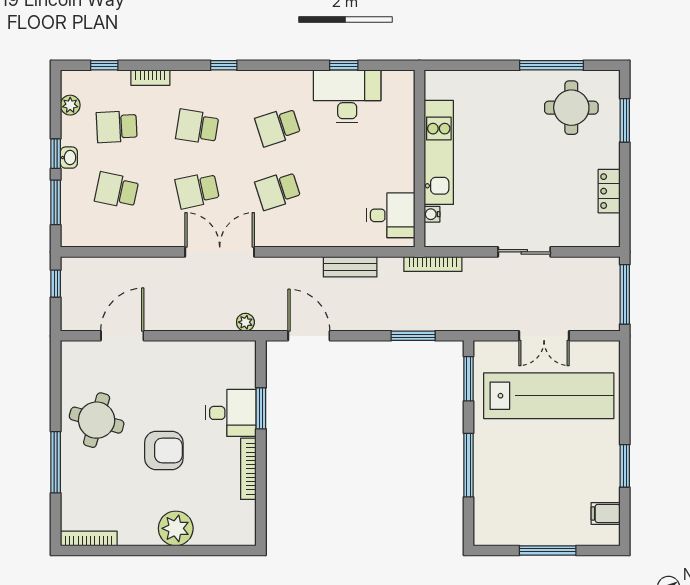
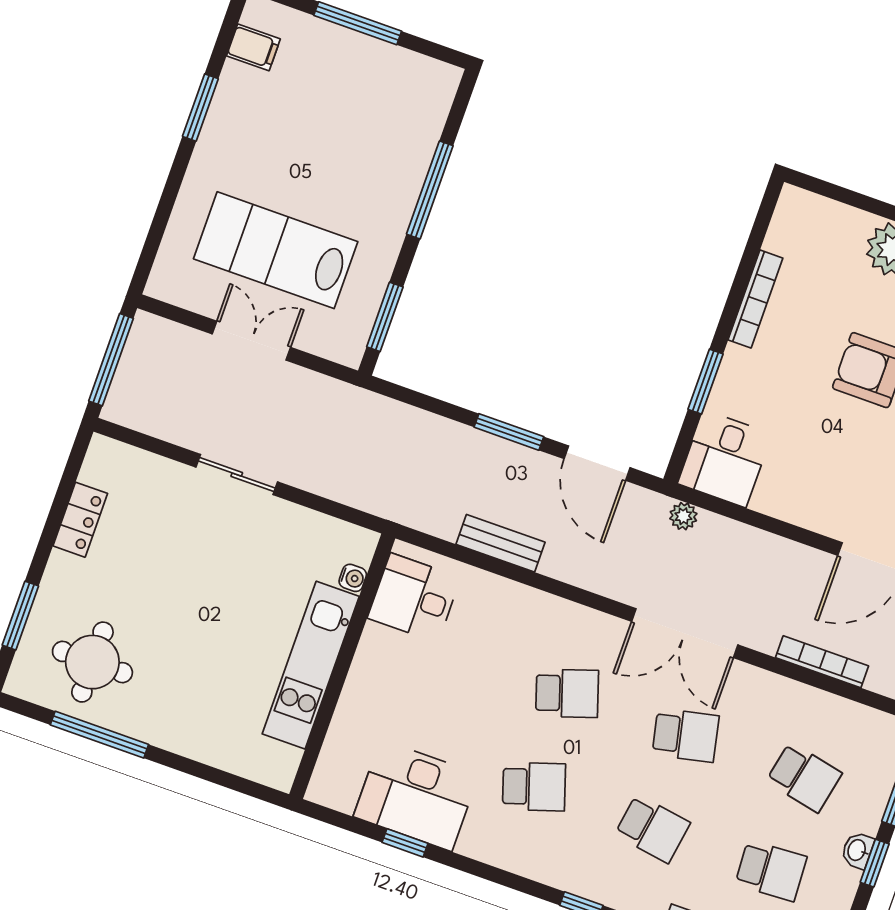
bookcase: (433, 264) -> (822, 662), moved
window: (413, 336) -> (509, 432), moved
lab bench: (549, 396) -> (276, 250), width x0.73
desk: (231, 413) -> (725, 459), moved, turned -90

